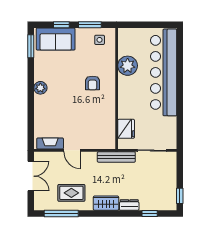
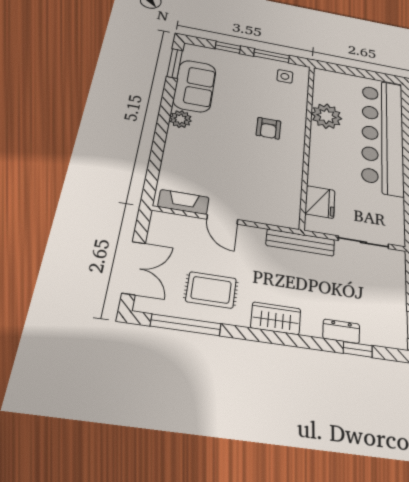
sofa: (56, 39) -> (195, 86), moved, turned -90
double door: (31, 176) -> (134, 268), moved
dresser: (129, 205) -> (341, 331), moved

